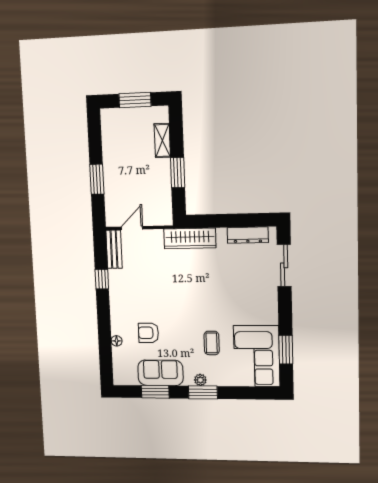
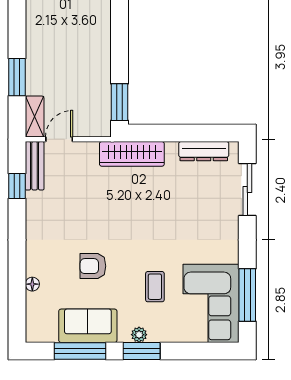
shelving: (162, 140) -> (35, 117), moved
window: (178, 173) -> (120, 102), moved
window: (102, 279) -> (17, 186), moved
armchair: (148, 333) -> (93, 266), moved
window: (286, 350) -> (247, 295), width x1.44
window: (155, 392) -> (80, 351), width x1.44

